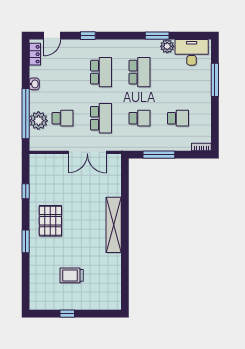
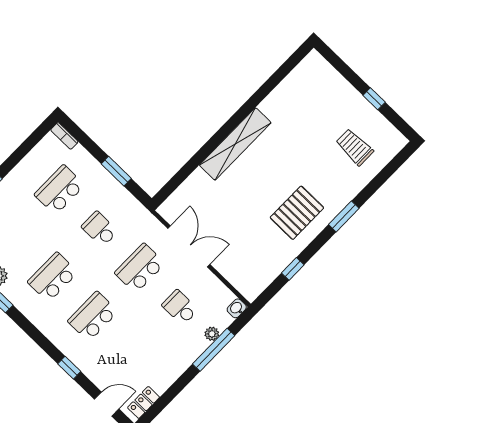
washbasin: (34, 84) -> (237, 308), moved
window: (26, 114) -> (214, 350), width x0.68
school desk: (178, 118) -> (59, 190), width x1.85
plant: (38, 121) -> (212, 334), width x0.53, depth x0.53
window: (159, 155) -> (116, 171), width x0.69
trolley: (72, 275) -> (355, 147), moved, turned 180

